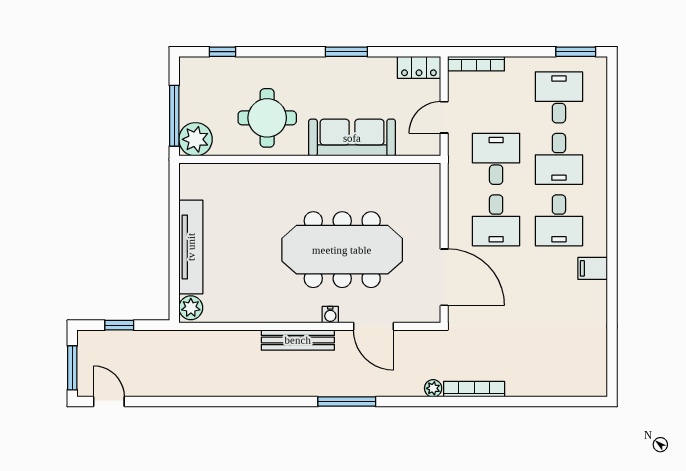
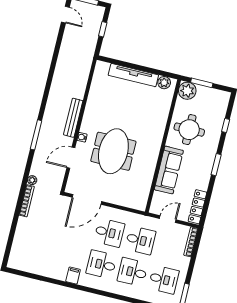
window: (222, 52) -> (226, 125), moved
window: (346, 52) -> (216, 165), moved
locker: (419, 67) -> (197, 207), width x1.53
window: (174, 116) -> (202, 83), width x0.69
door: (444, 117) -> (168, 219), hinge flipped
desk: (496, 220) -> (109, 233), turned 180
meeting table: (342, 250) -> (113, 151), width x0.73
plant: (191, 308) -> (164, 83), moved
door: (109, 402) -> (65, 15), hinge flipped

